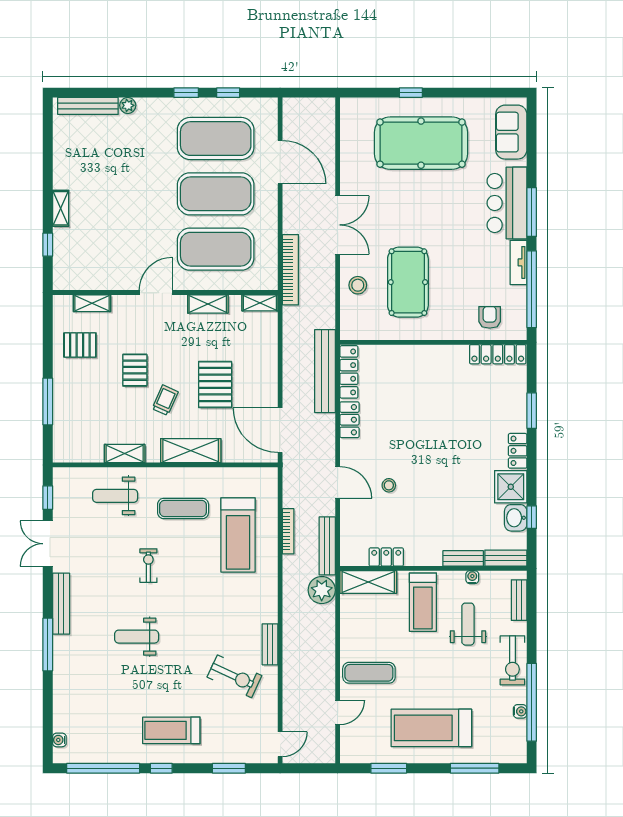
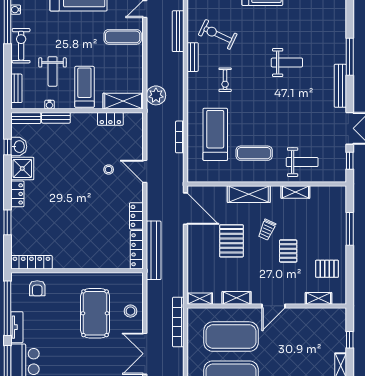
bench: (327, 546) -> (178, 31), moved
exercise bike: (148, 566) -> (225, 80), moved

